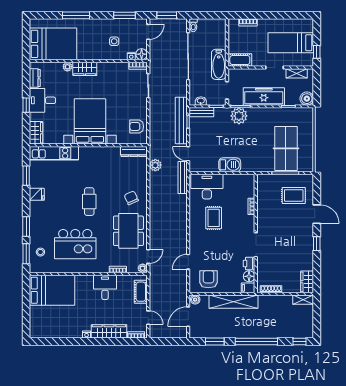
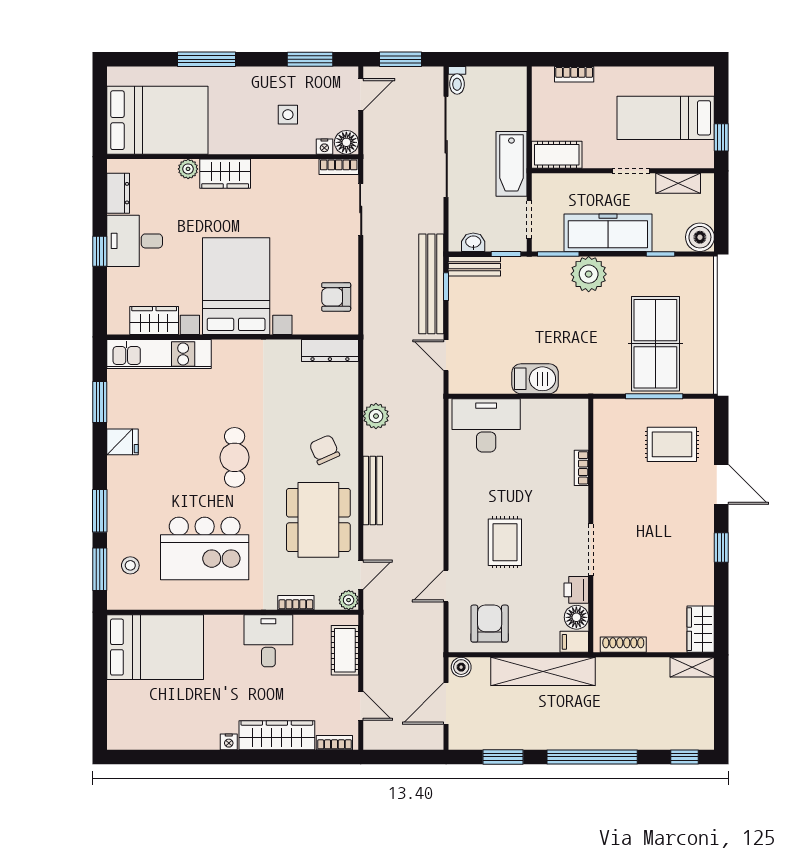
plant: (239, 116) -> (589, 274), moved
wardrobe: (36, 133) -> (154, 321), moved, turned -90
plant: (155, 165) -> (376, 416), moved
bench: (183, 178) -> (373, 491), moved
rug: (214, 218) -> (505, 542), moved

